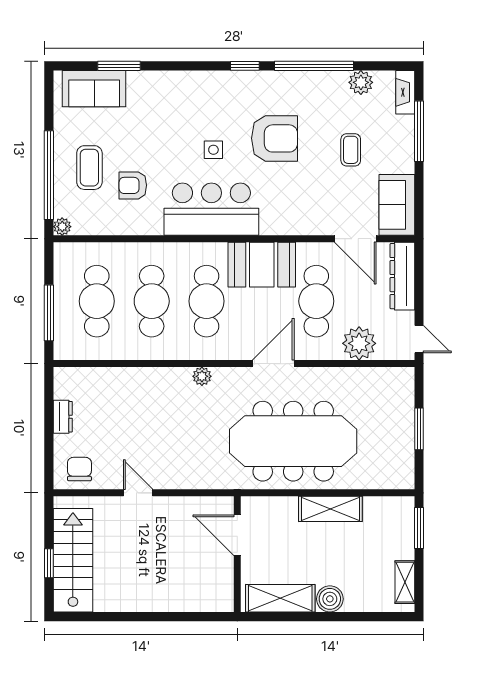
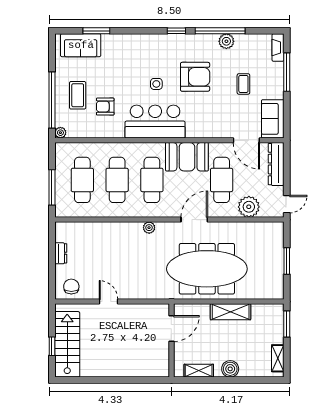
plant: (361, 82) -> (226, 41), moved
door: (419, 339) -> (287, 204), hinge flipped
door: (237, 535) -> (171, 328), swing flipped
shelving: (280, 598) -> (199, 371), width x0.67, depth x0.75

